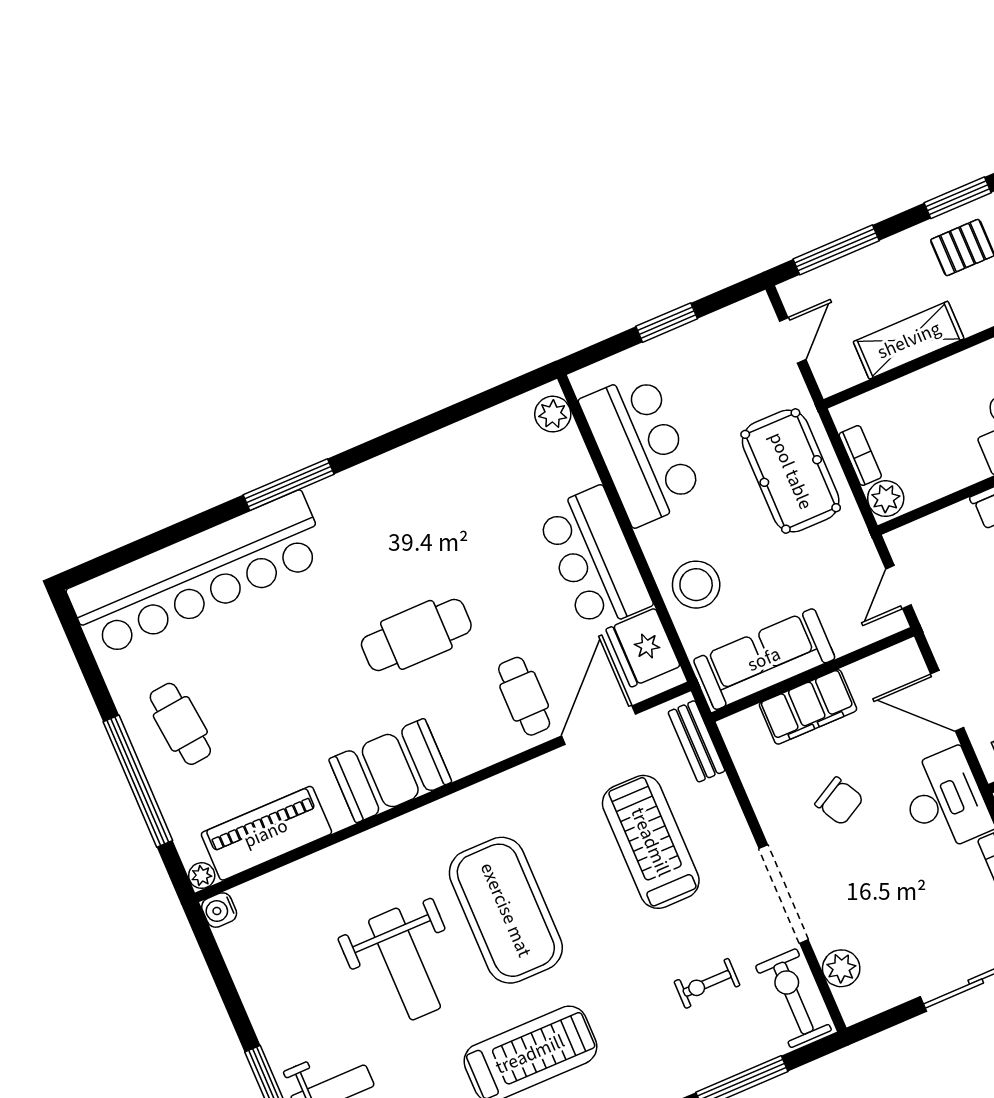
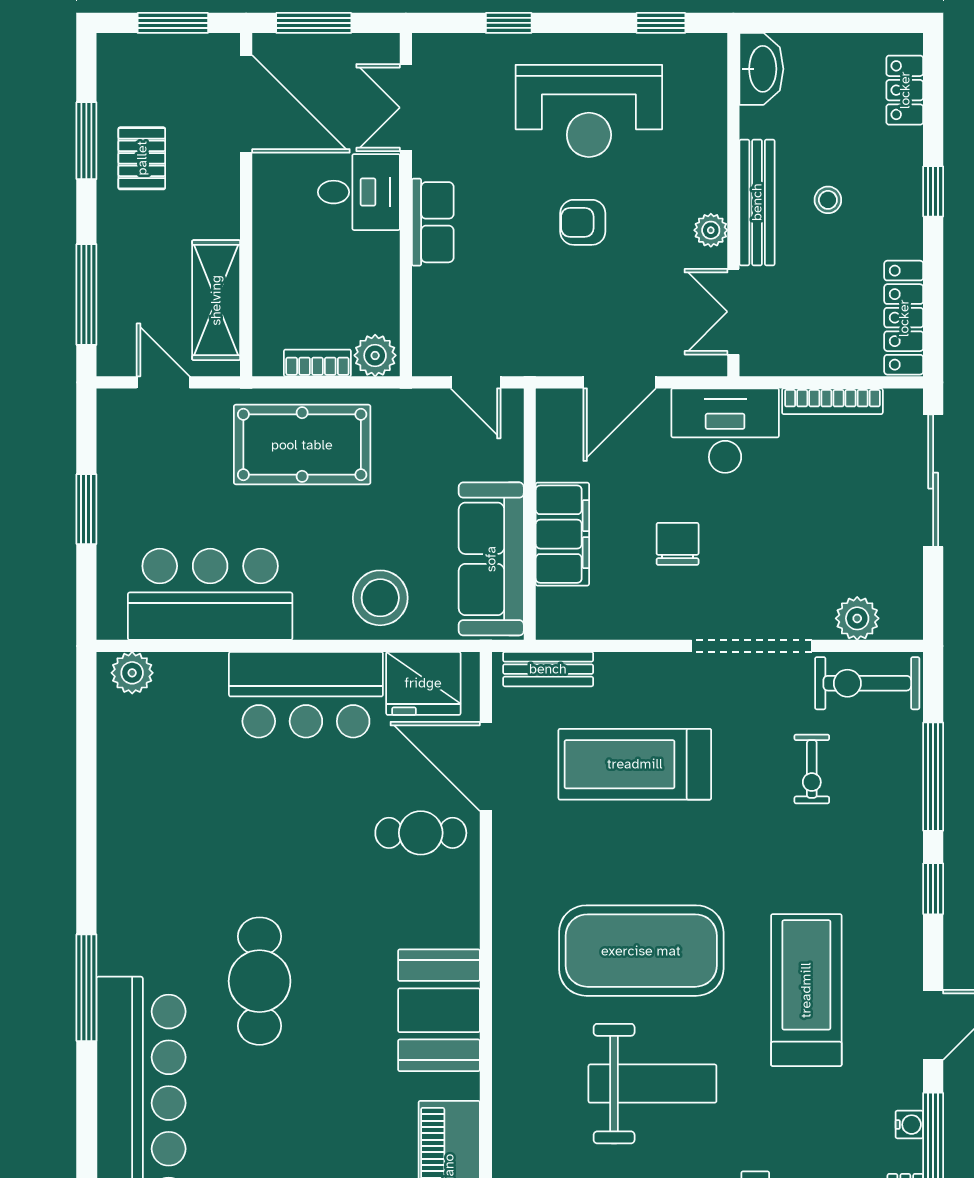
shelving: (909, 340) -> (216, 300), moved
cafe table: (416, 635) -> (260, 981), moved
chair: (839, 801) -> (678, 544), turned -61

